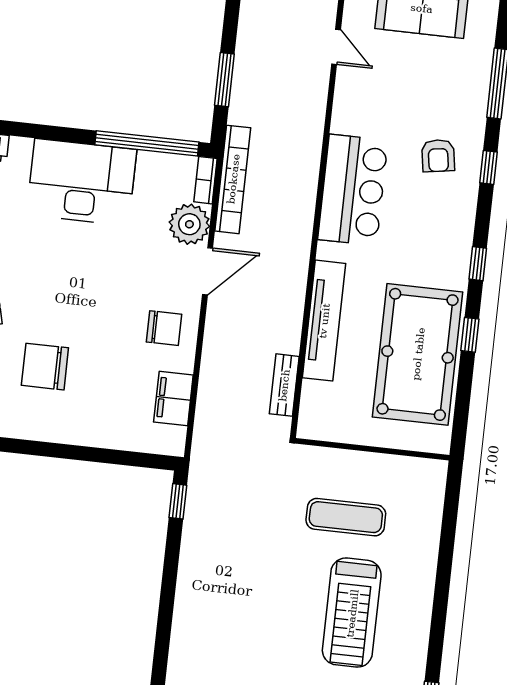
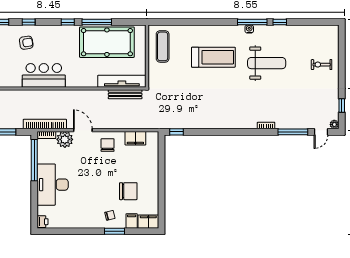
tv unit: (324, 321) -> (122, 81), moved
window: (470, 335) -> (97, 22), width x2.17
chair: (45, 367) -> (128, 191), turned -90
bench: (284, 385) -> (125, 94), width x1.36
exercise mat: (346, 517) -> (163, 46), moved

